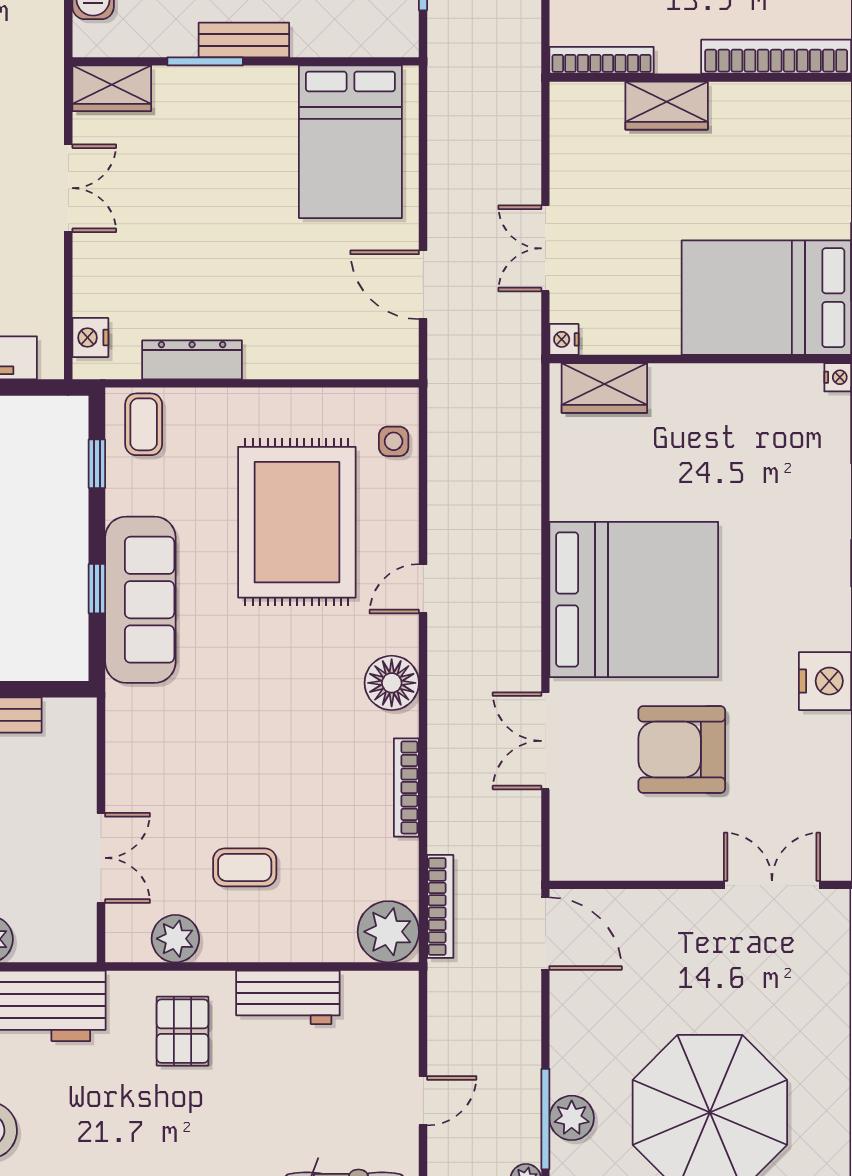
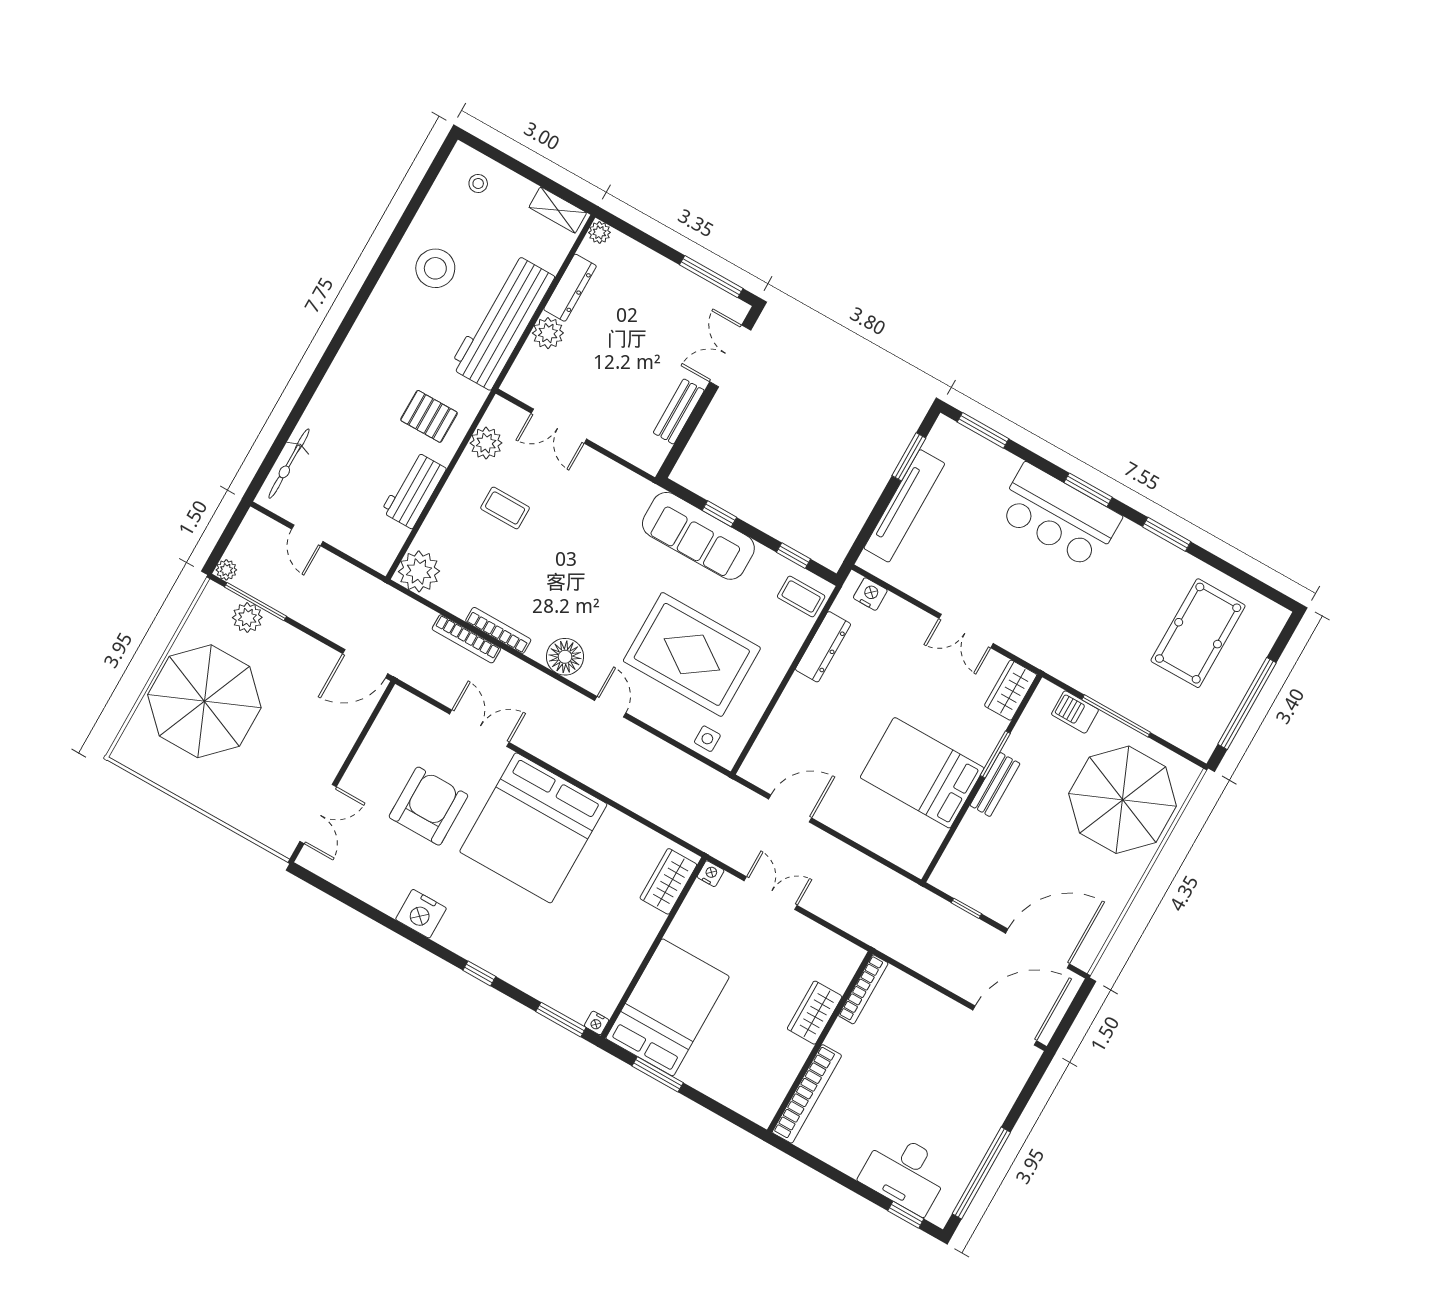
bed: (350, 142) -> (922, 773), moved
coffee table: (245, 867) -> (505, 508), turned 90
bookcase: (440, 906) -> (466, 639), moved

